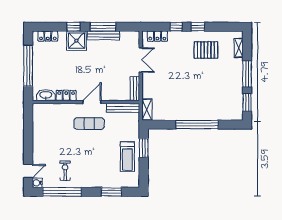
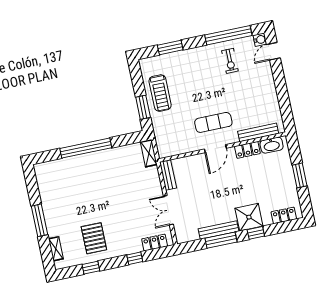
window: (198, 27) -> (91, 268), moved
pallet: (206, 50) -> (94, 238), turned 90
window: (28, 66) -> (300, 175), width x0.47
window: (247, 102) -> (32, 187), removed
bench: (123, 108) -> (258, 132), moved
treadmill: (127, 157) -> (160, 93), turned 180

